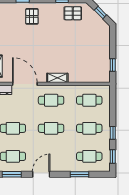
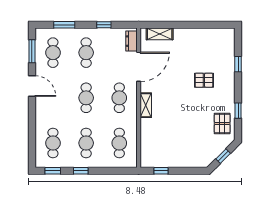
pallet: (32, 16) -> (204, 80), moved
window: (80, 174) -> (32, 131), removed

